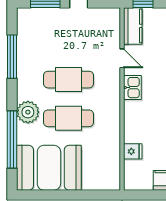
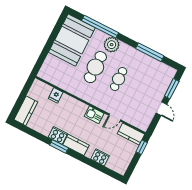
cafe table: (69, 80) -> (119, 79), width x0.73, depth x0.74

